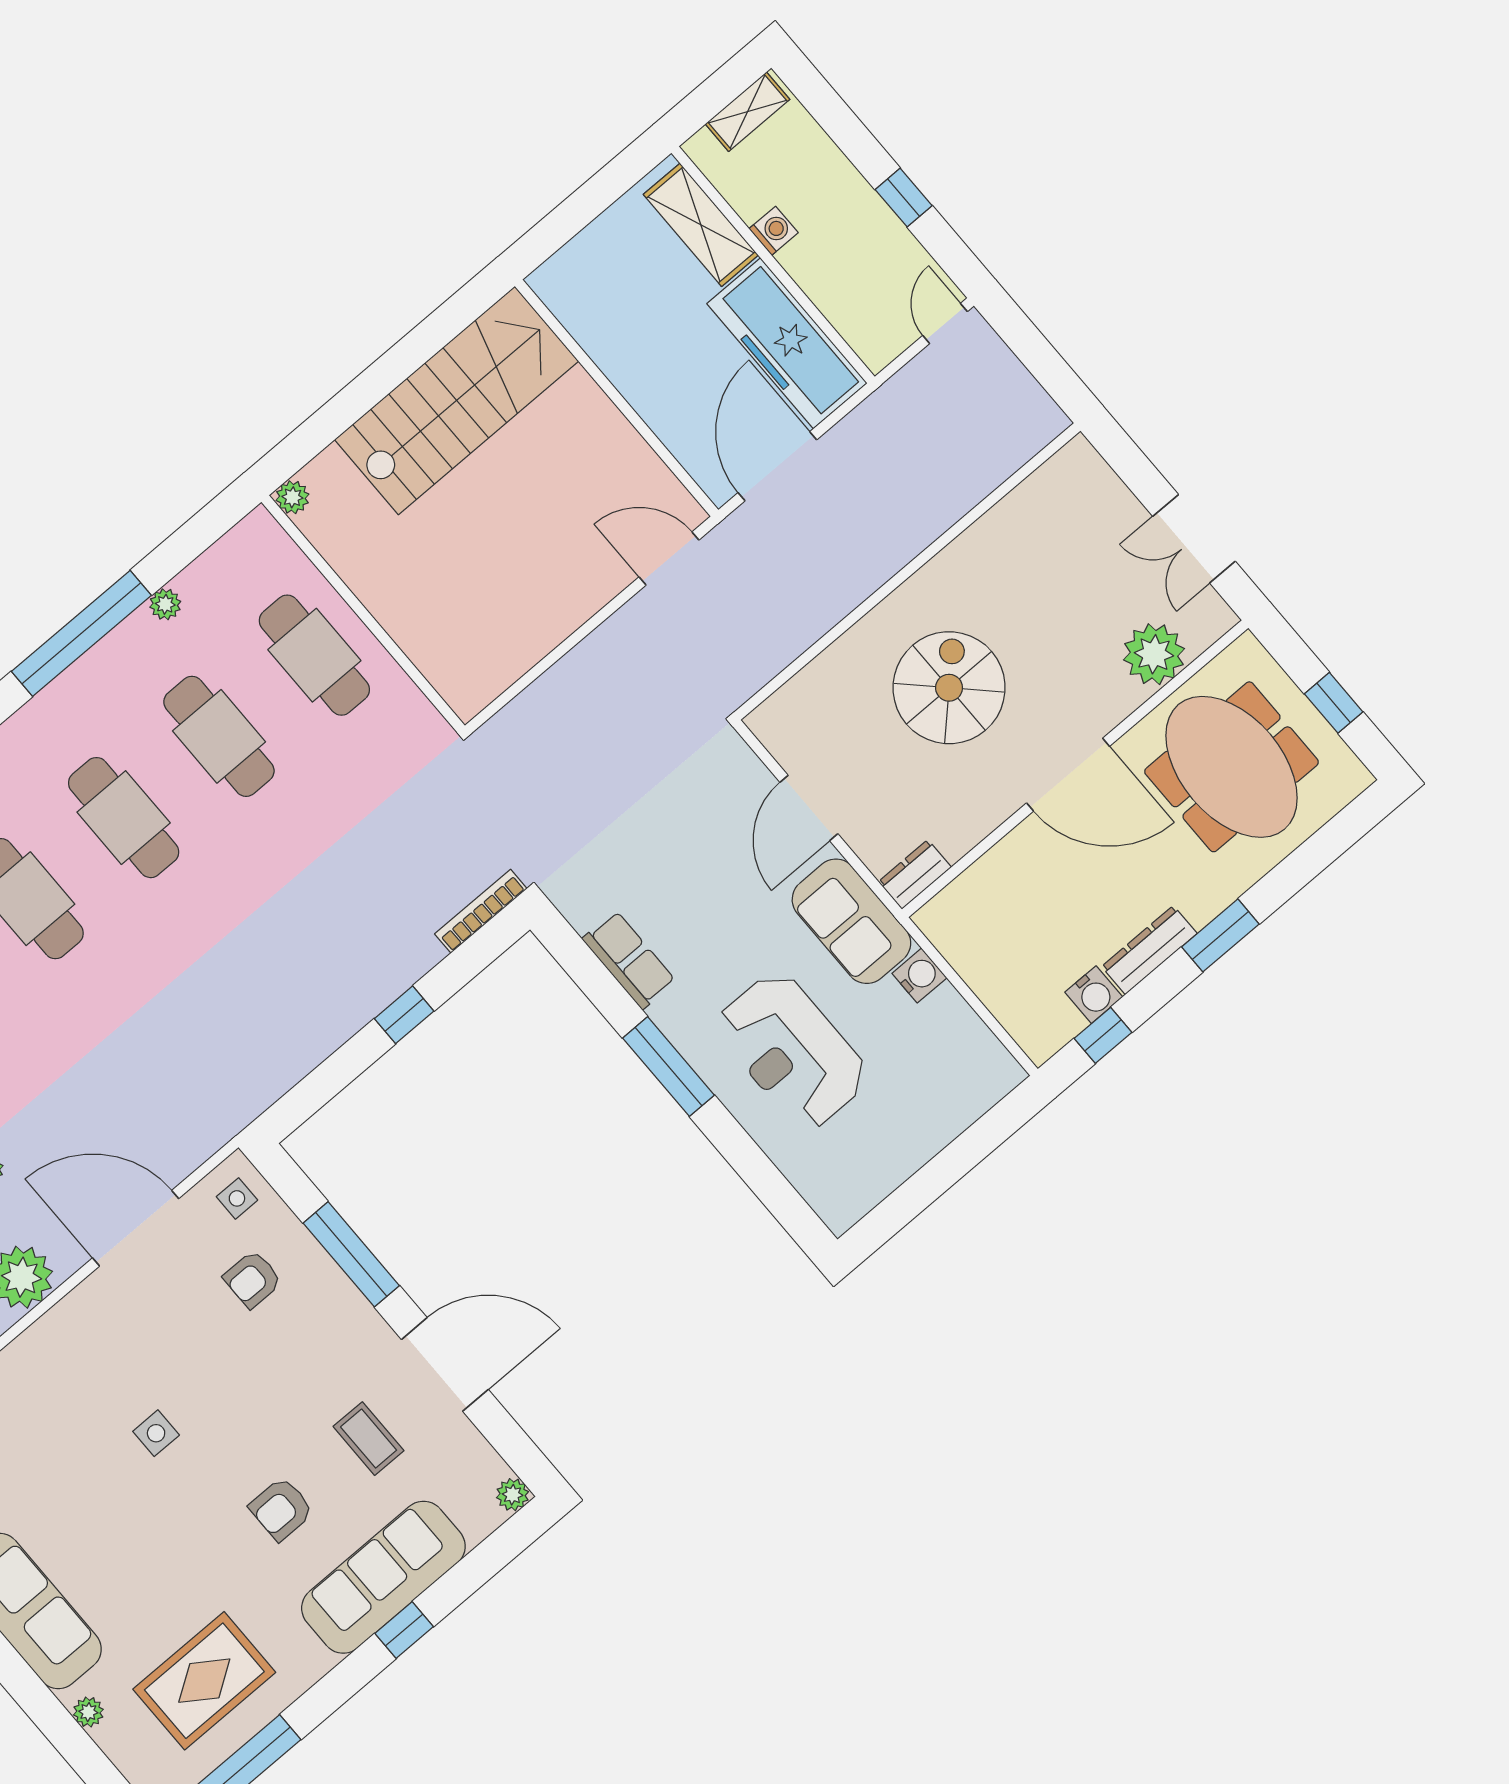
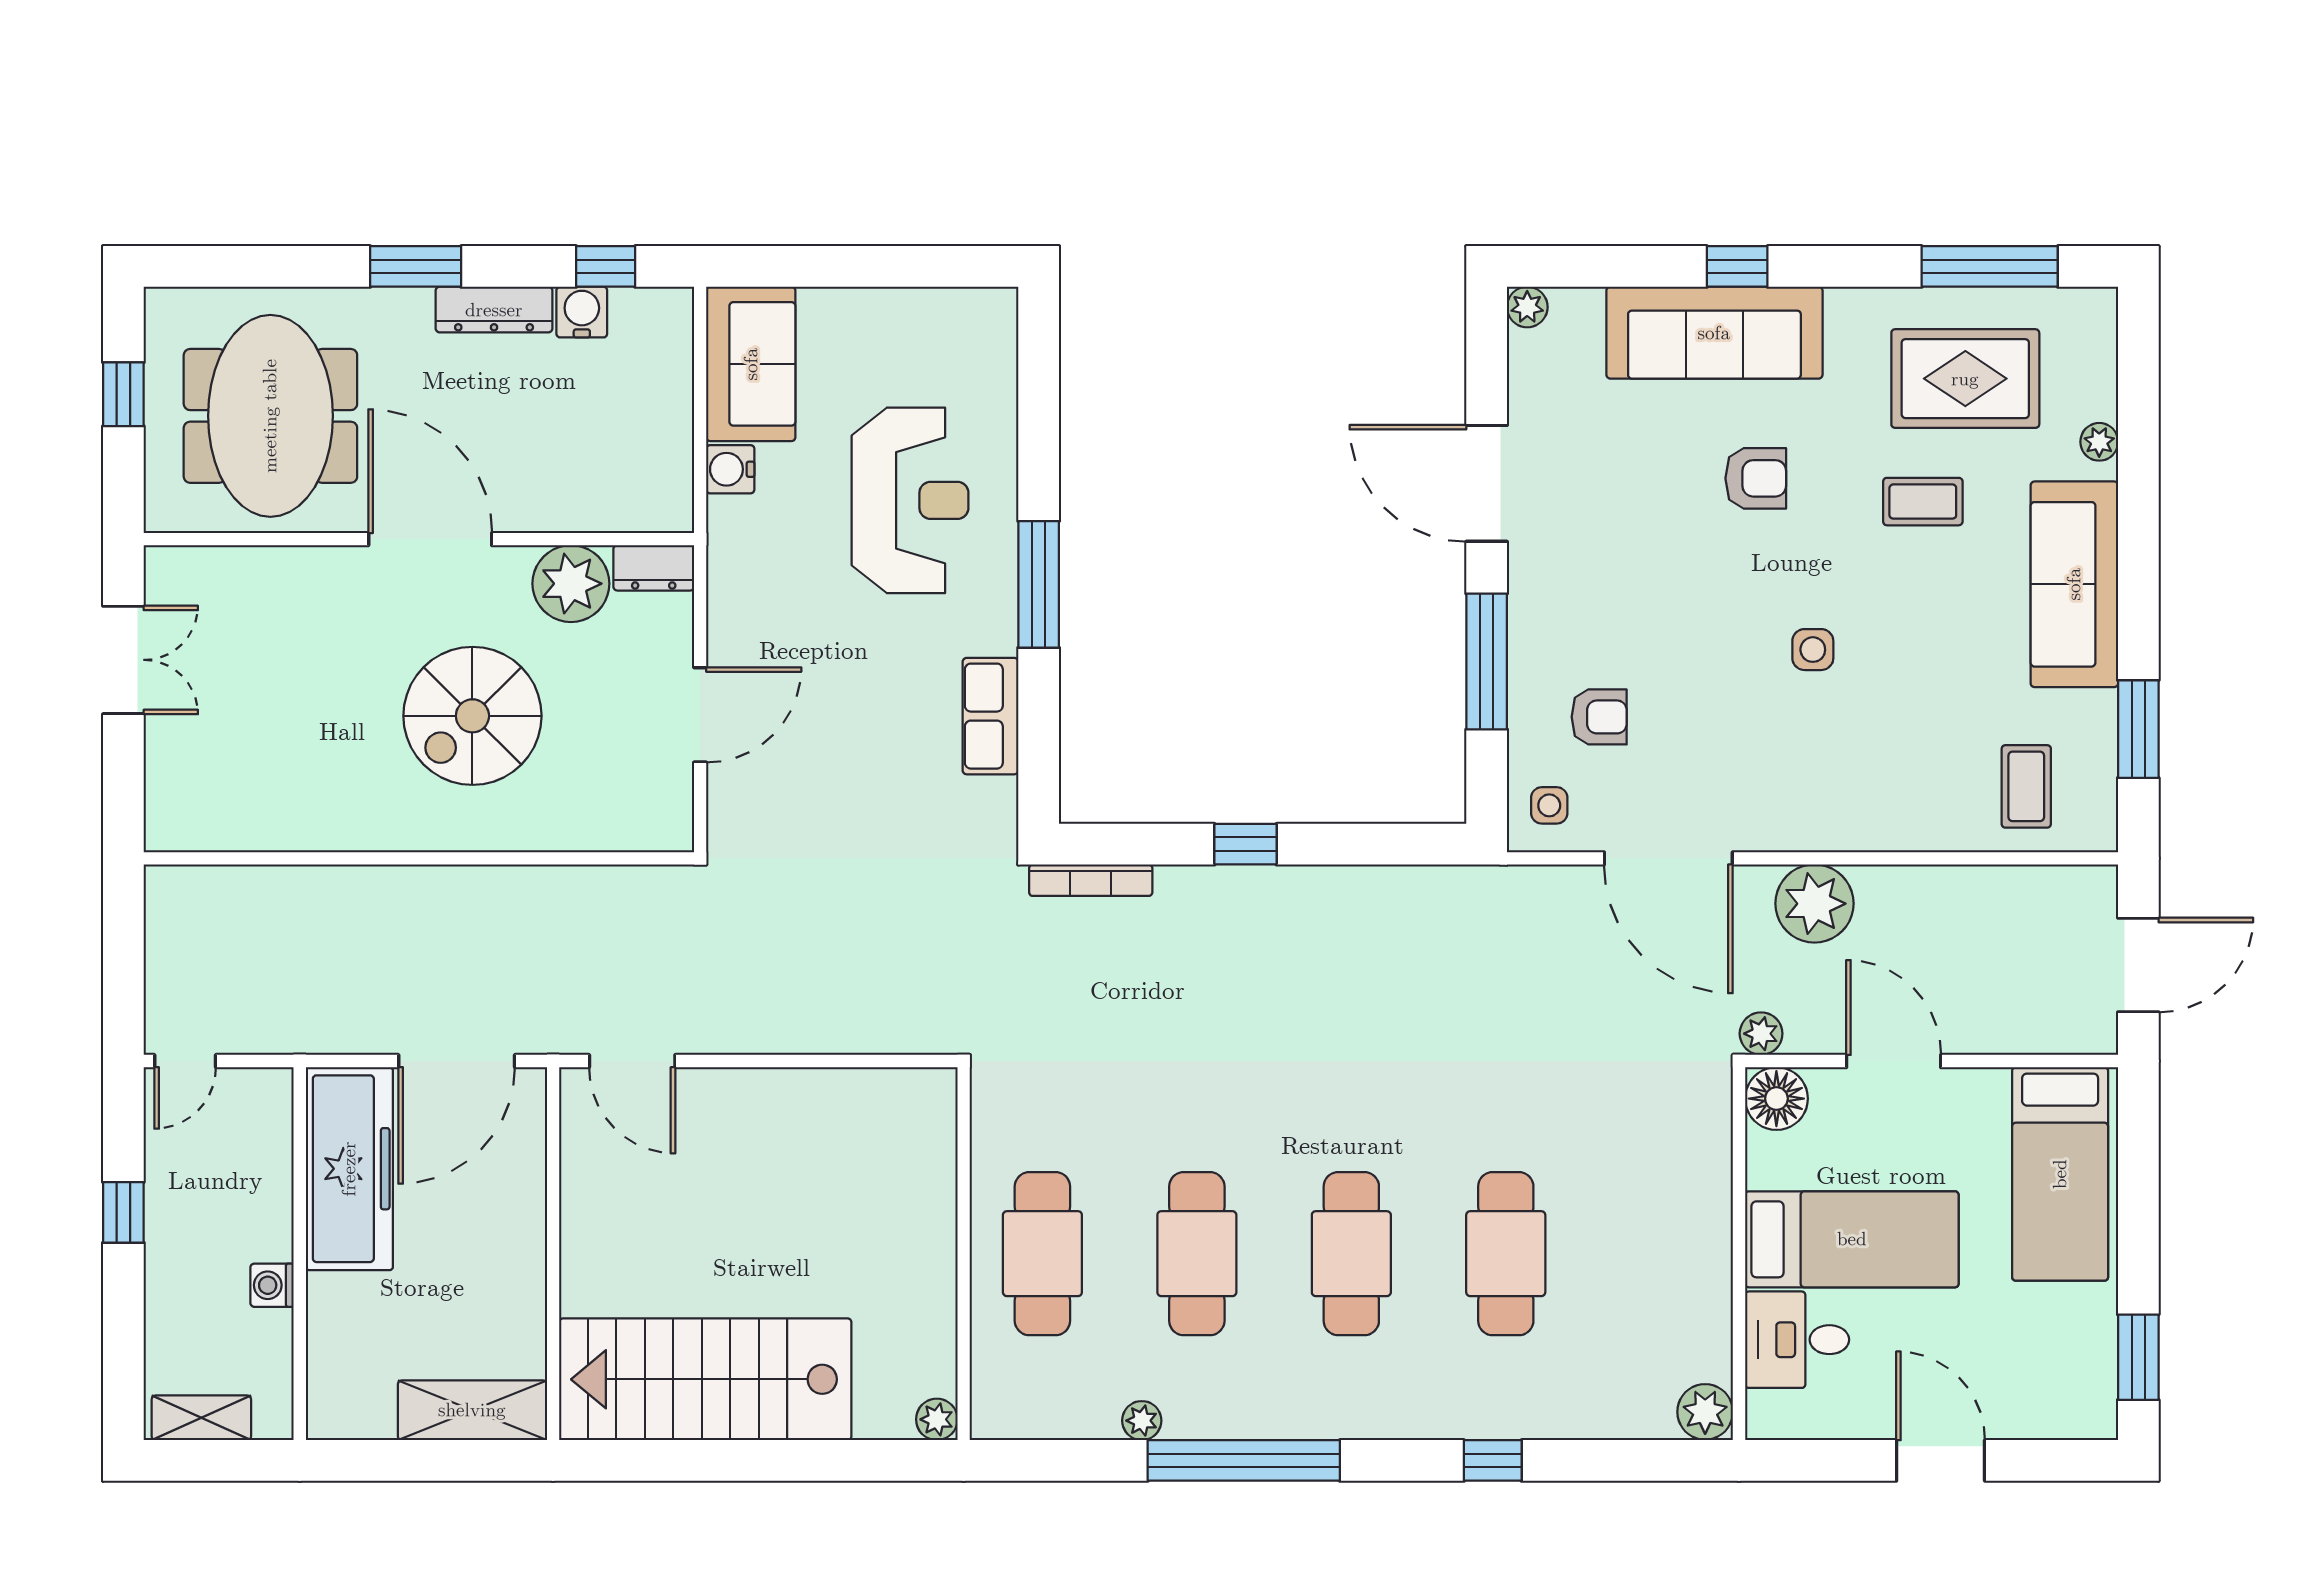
shelving: (701, 225) -> (472, 1410), moved, turned 90
plant: (1154, 654) -> (571, 584), moved
sofa: (851, 921) -> (751, 364), moved
coffee table: (369, 1439) -> (1923, 502), moved, turned 90

